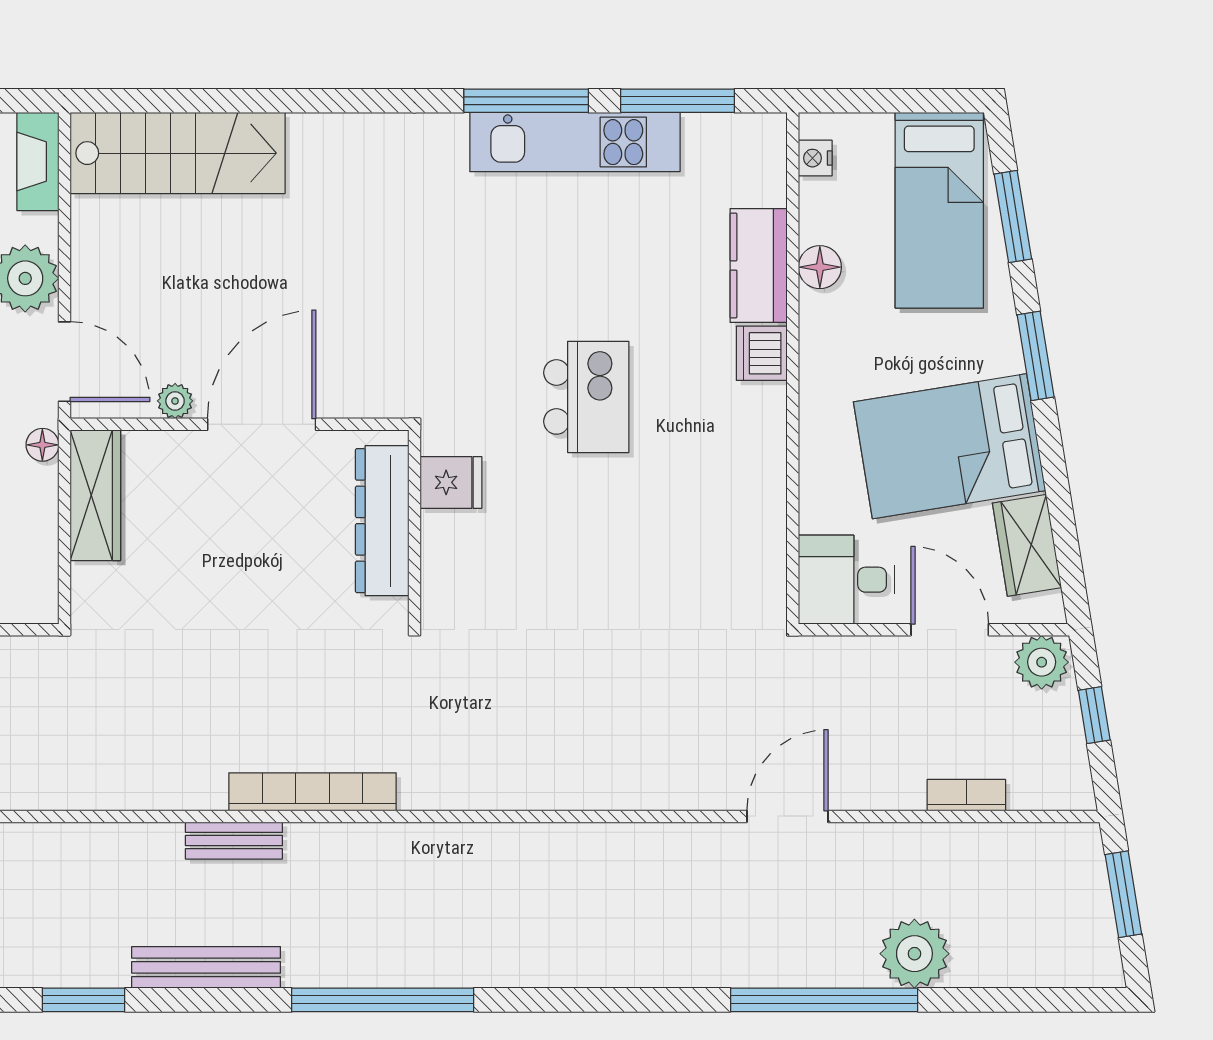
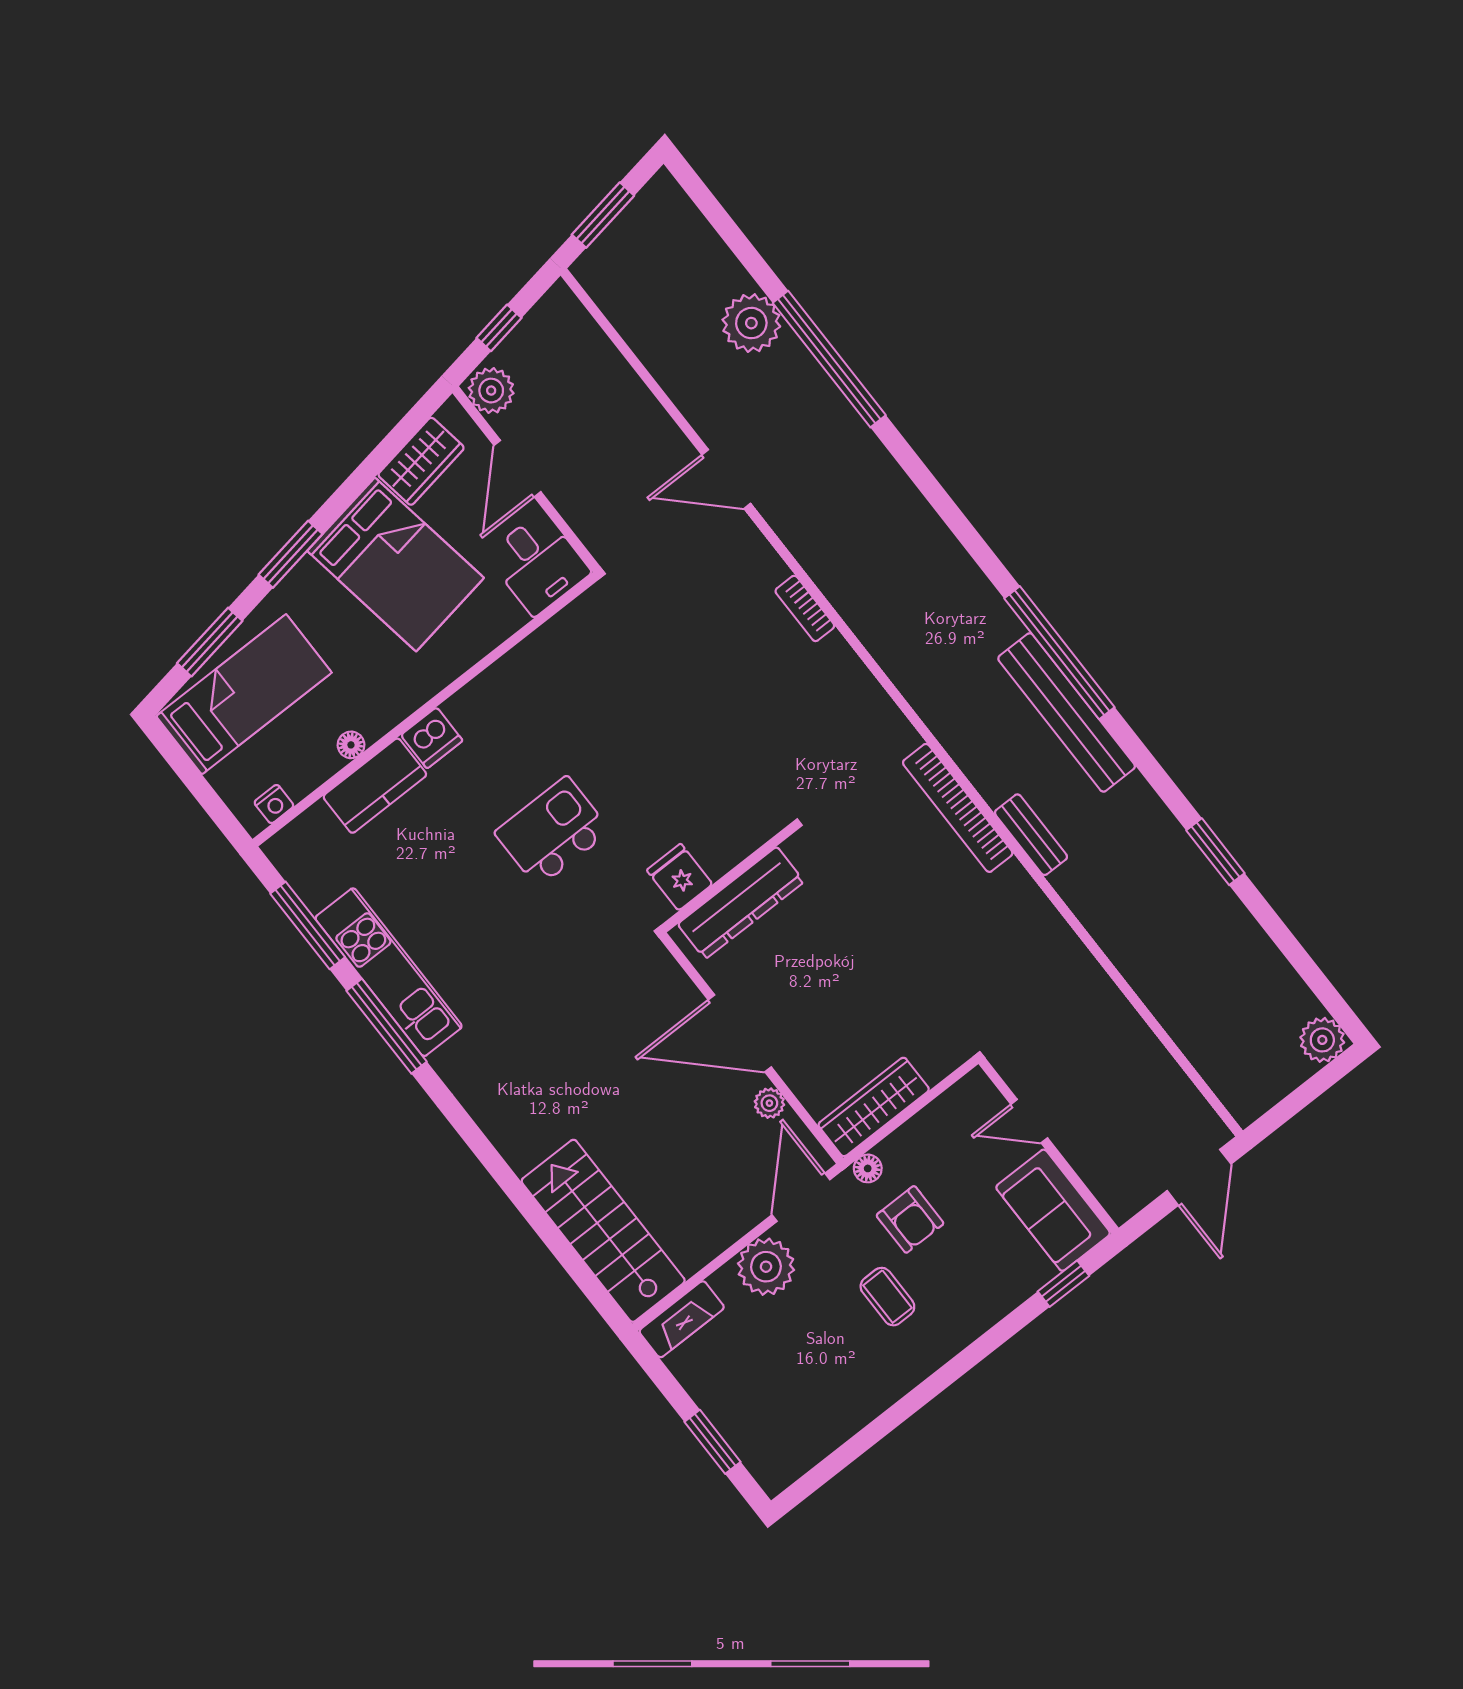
floor lamp: (820, 267) -> (351, 745), width x0.73, depth x0.73
bookcase: (966, 795) -> (805, 608), moved
bench: (206, 967) -> (1067, 712), moved, width x1.37, depth x1.21

